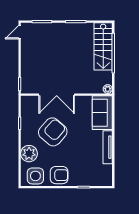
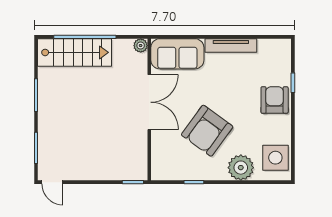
double door: (57, 95) -> (149, 102), moved
armchair: (53, 132) -> (207, 131), turned -95
armchair: (59, 175) -> (275, 100), moved

